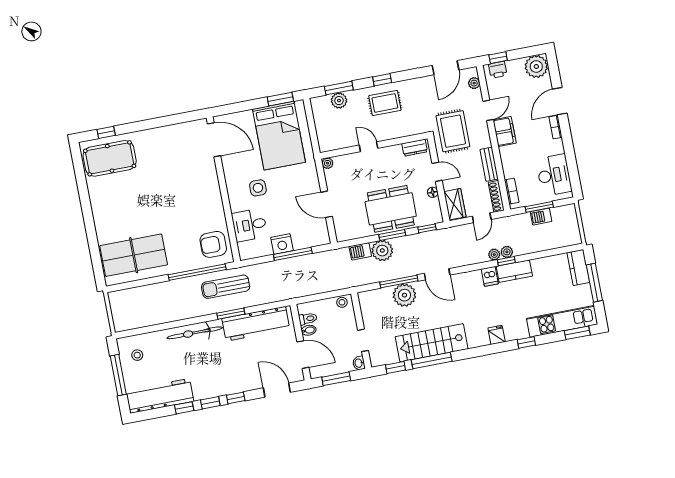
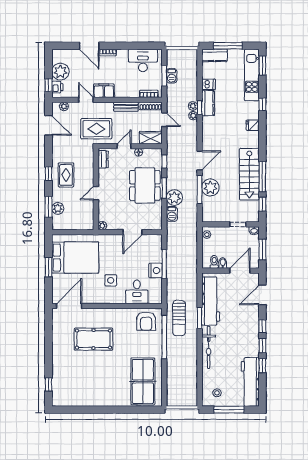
plant: (536, 66) -> (60, 72), moved
window: (280, 99) -> (49, 267), moved
pool table: (110, 158) -> (93, 339), moved, turned 90
dishwasher: (490, 276) -> (208, 84), moved

